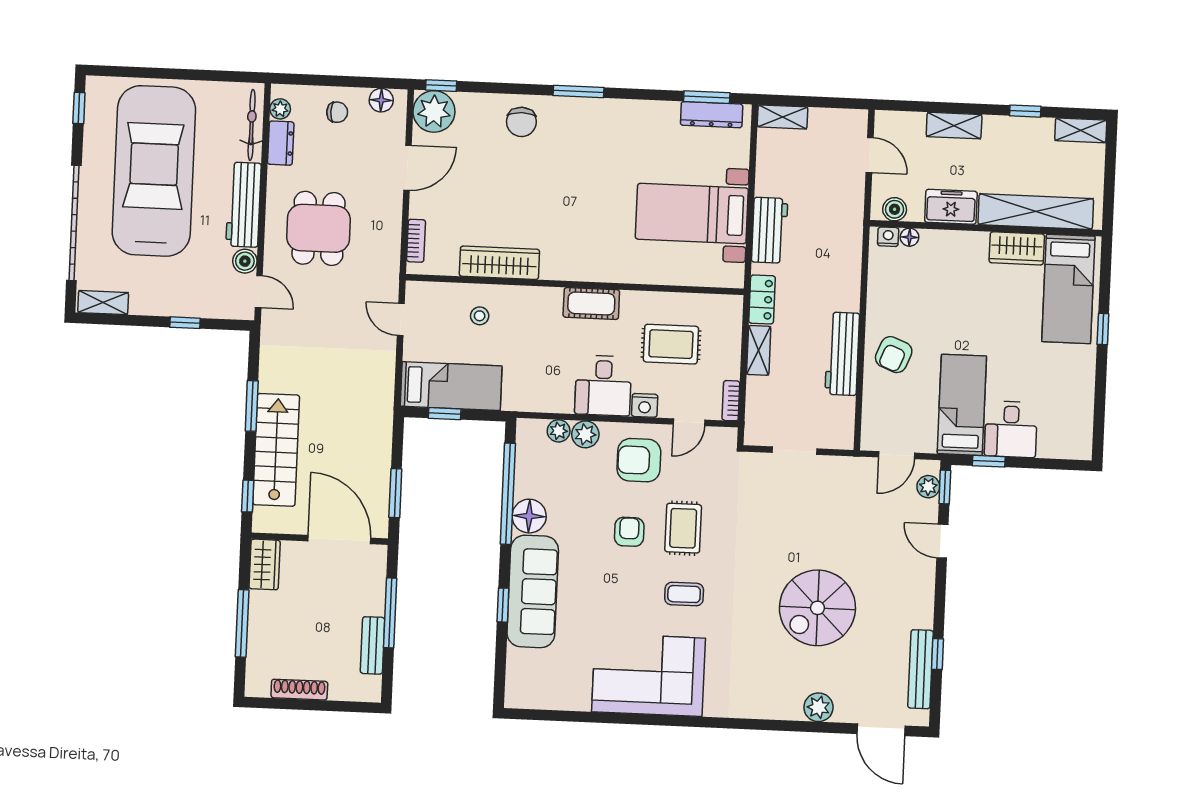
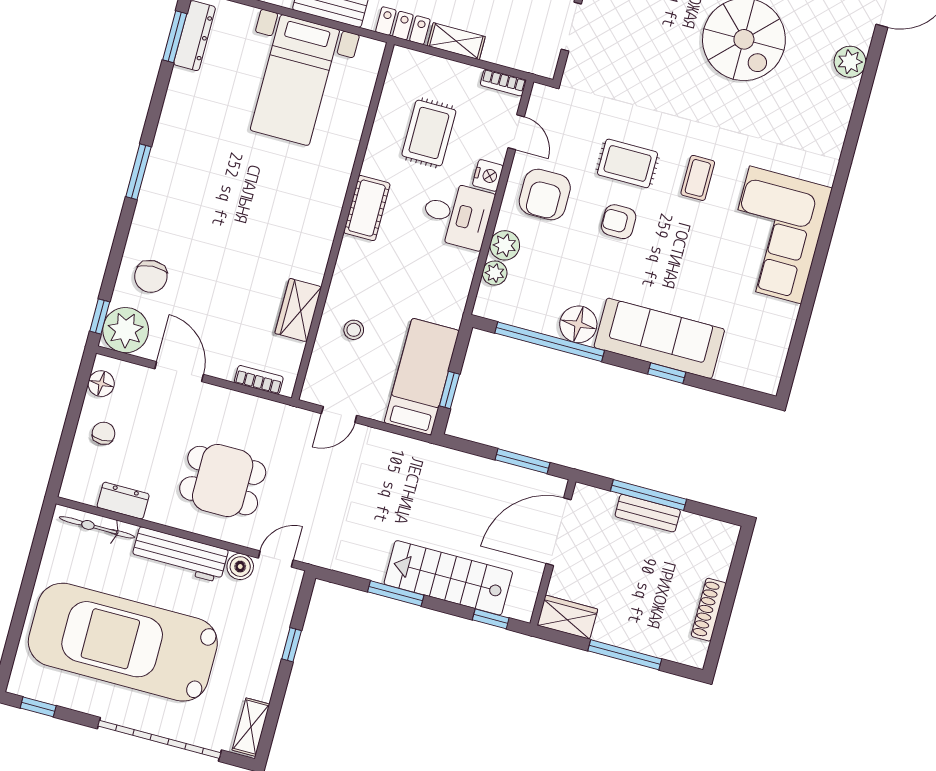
plant: (280, 109) -> (87, 493), removed
chair: (521, 122) -> (151, 276), moved, turned 87
wardrobe: (499, 263) -> (298, 310), width x0.67
bench: (372, 645) -> (648, 513), moved

